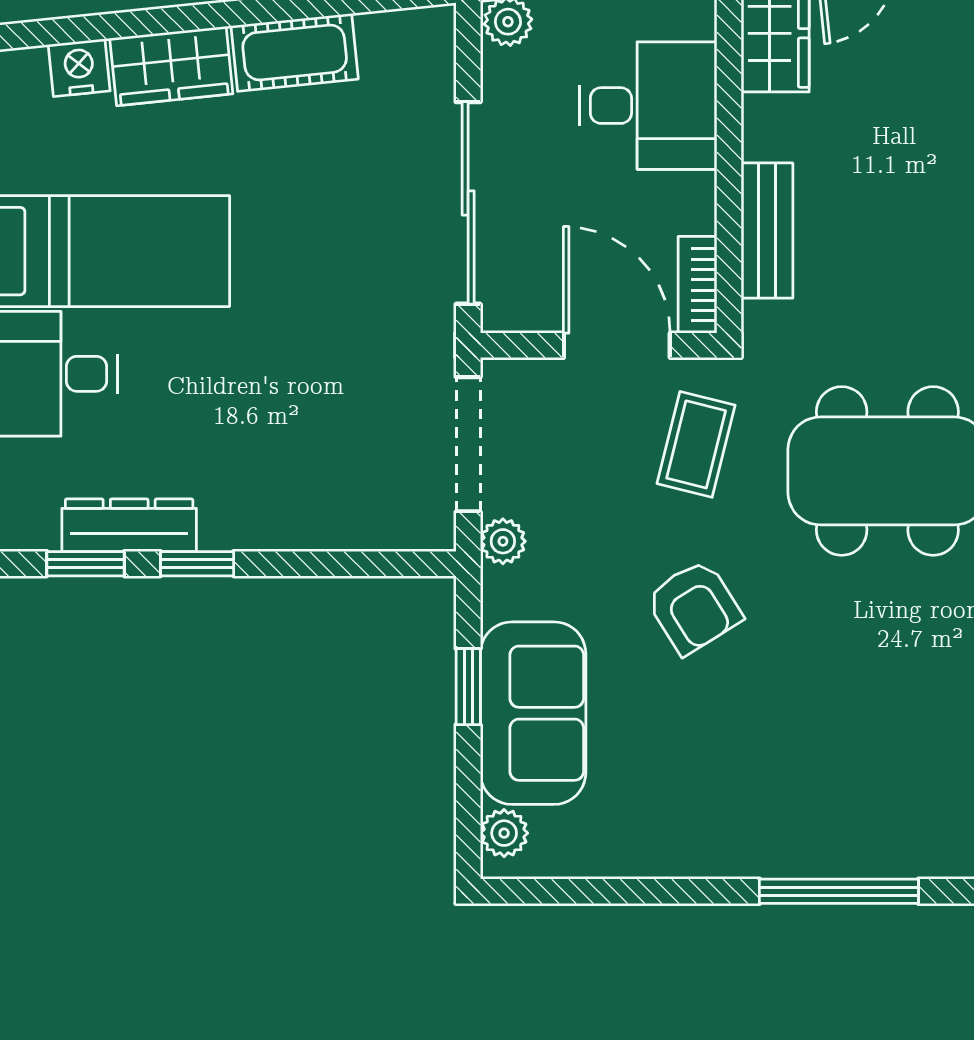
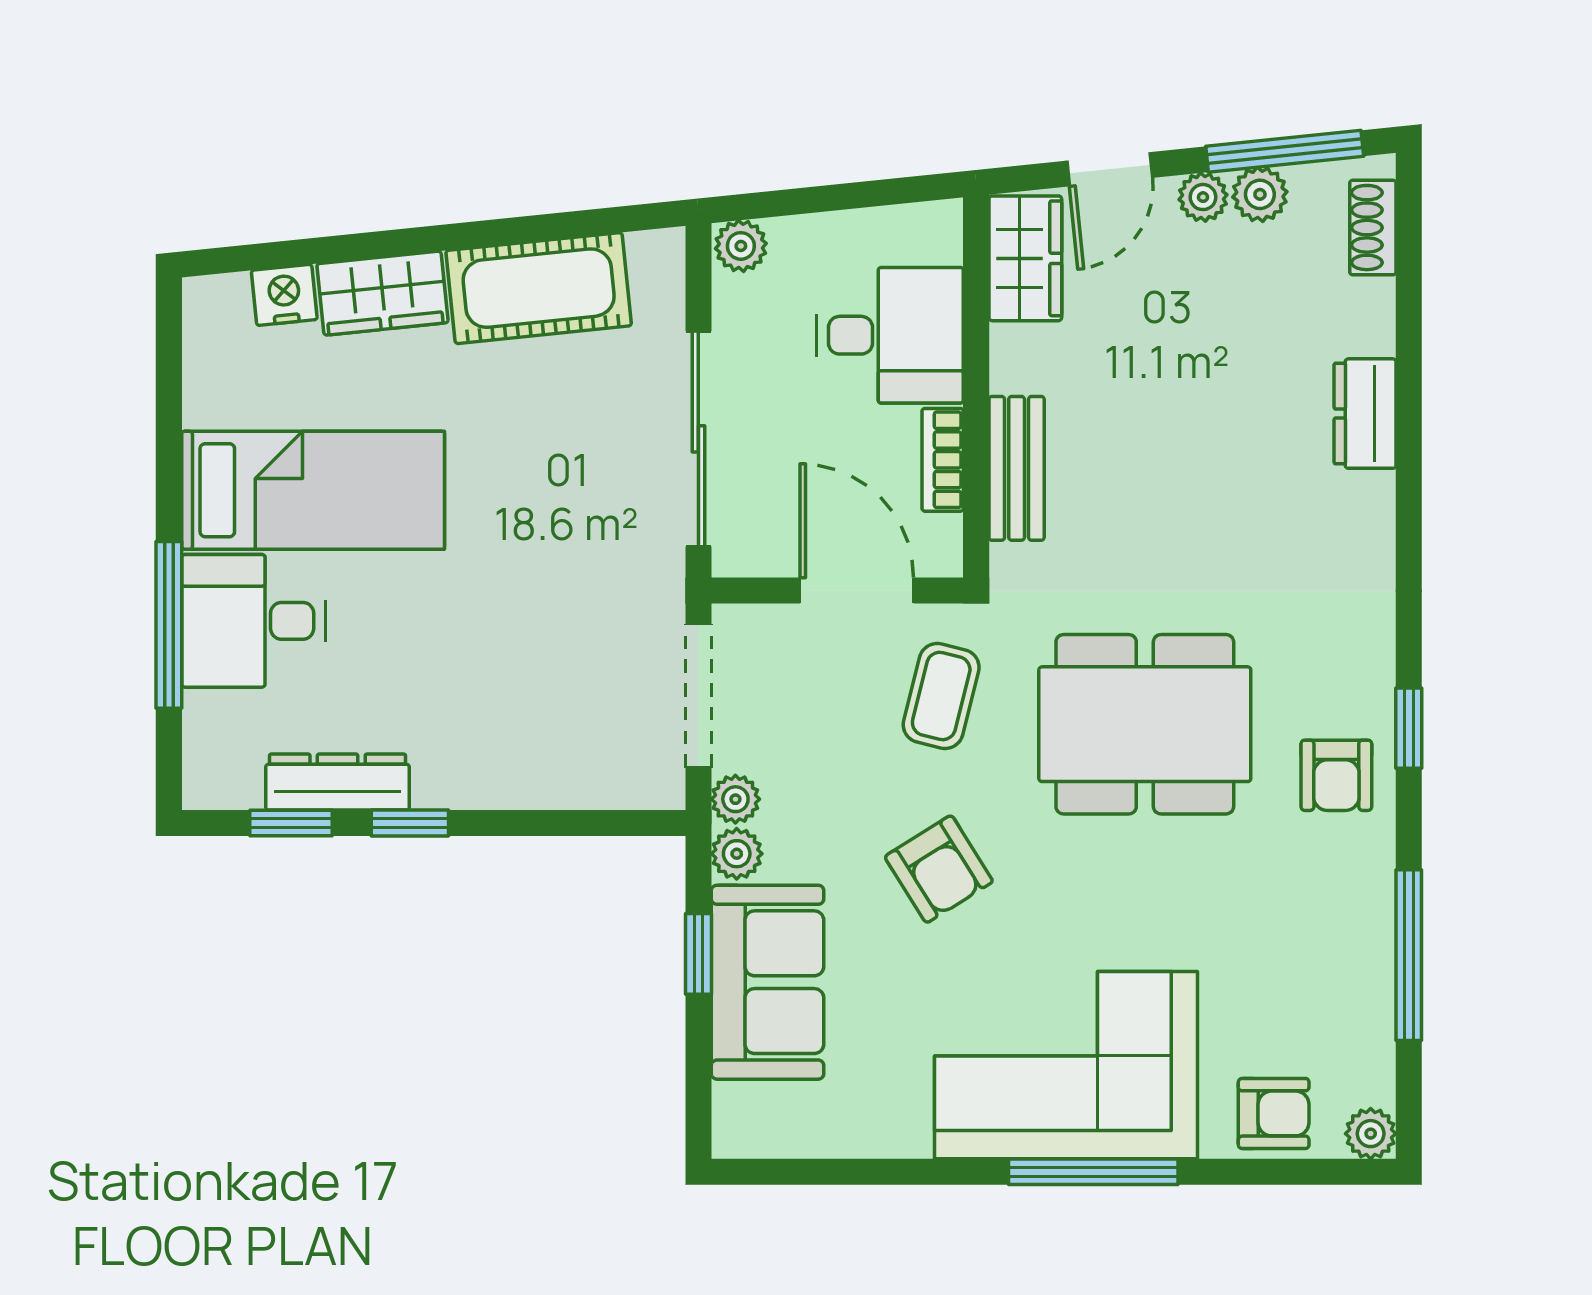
cot: (295, 52) -> (539, 288), width x1.37, depth x1.34
bookcase: (697, 285) -> (943, 460), moved
corner sofa: (813, 791) -> (1066, 1065), added
plant: (504, 833) -> (737, 854), moved

